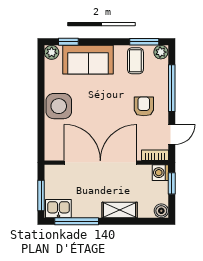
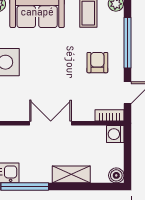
double door: (100, 163) -> (51, 123), width x0.54
window: (172, 183) -> (127, 146), removed

